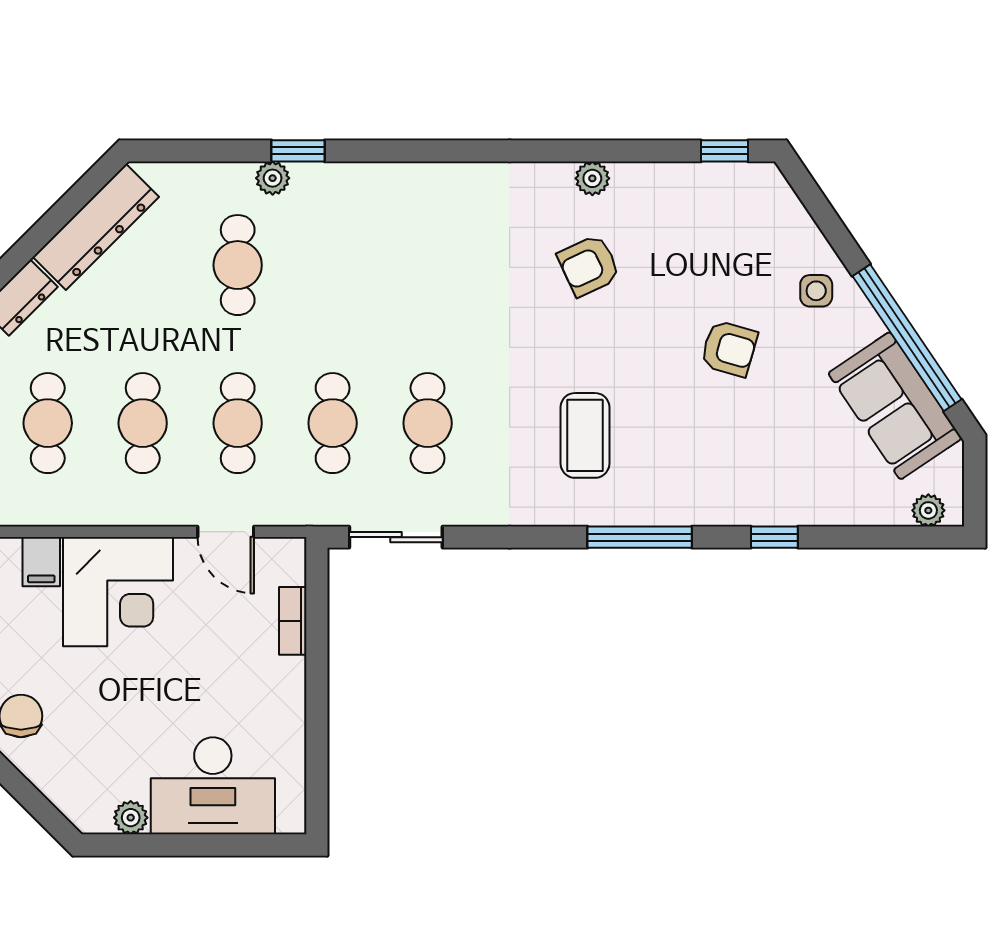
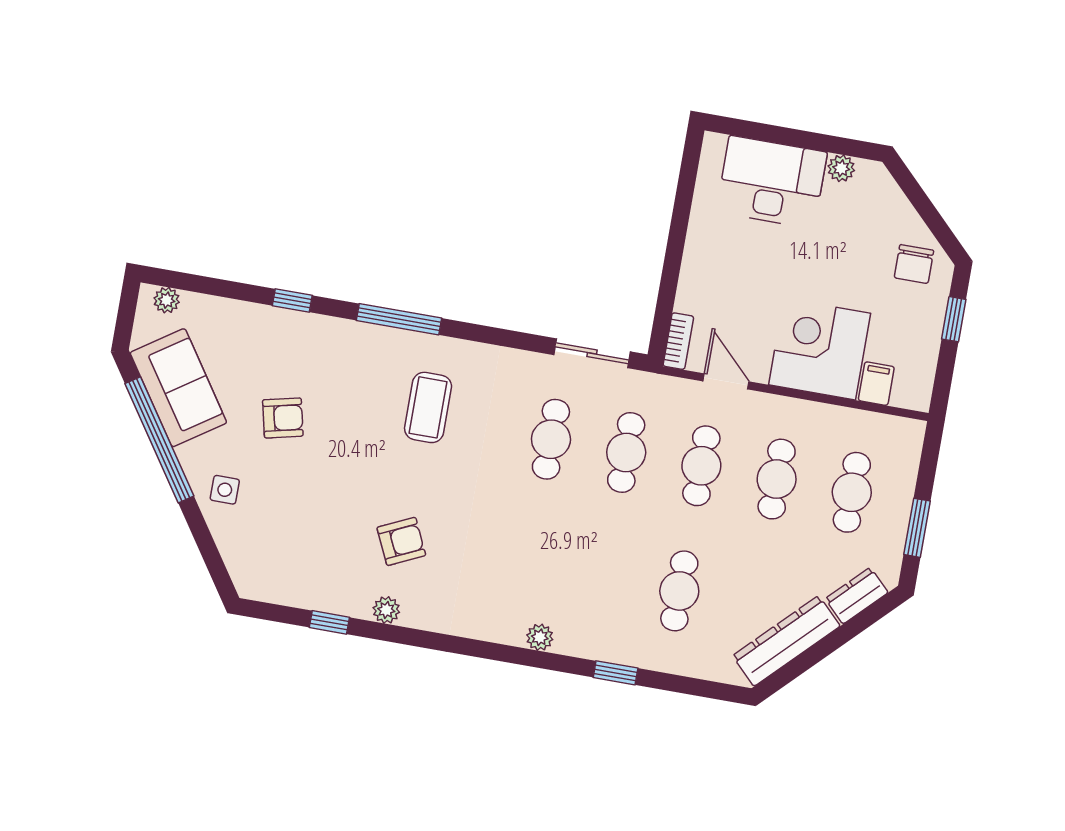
window: (724, 151) -> (329, 622), moved
plant: (273, 178) -> (540, 637), moved
armchair: (729, 349) -> (283, 418), moved, turned 151
bookcase: (293, 621) -> (678, 341), moved

